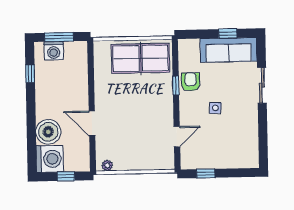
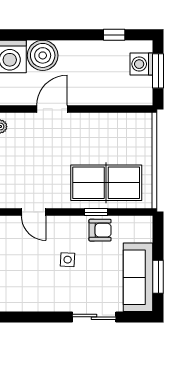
window: (228, 33) -> (158, 277), width x1.50
table tennis table: (141, 58) -> (106, 183), moved, turned 90

